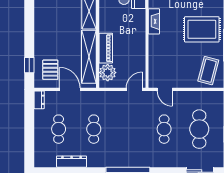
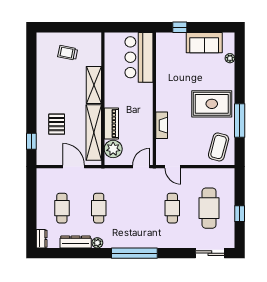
fireplace: (154, 21) -> (162, 125), moved
pallet: (50, 70) -> (57, 124), moved
dresser: (39, 100) -> (42, 239), moved
plant: (92, 162) -> (97, 243), added

